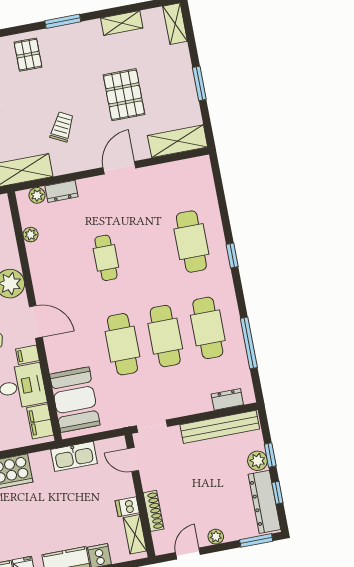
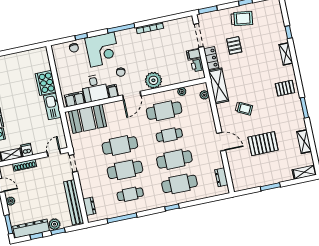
shelving: (178, 141) -> (237, 175), removed
dresser: (62, 191) -> (221, 177), moved
cafe table: (149, 250) -> (174, 159), added
cafe table: (63, 266) -> (164, 111), added
cafe table: (208, 328) -> (130, 194), width x0.73, depth x0.74
kitchen sink: (74, 456) -> (52, 106), moved

